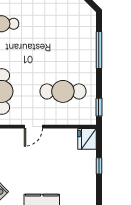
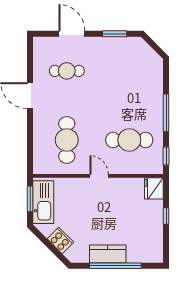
window: (99, 50) -> (166, 113), moved
door: (33, 127) -> (99, 176), swing flipped

